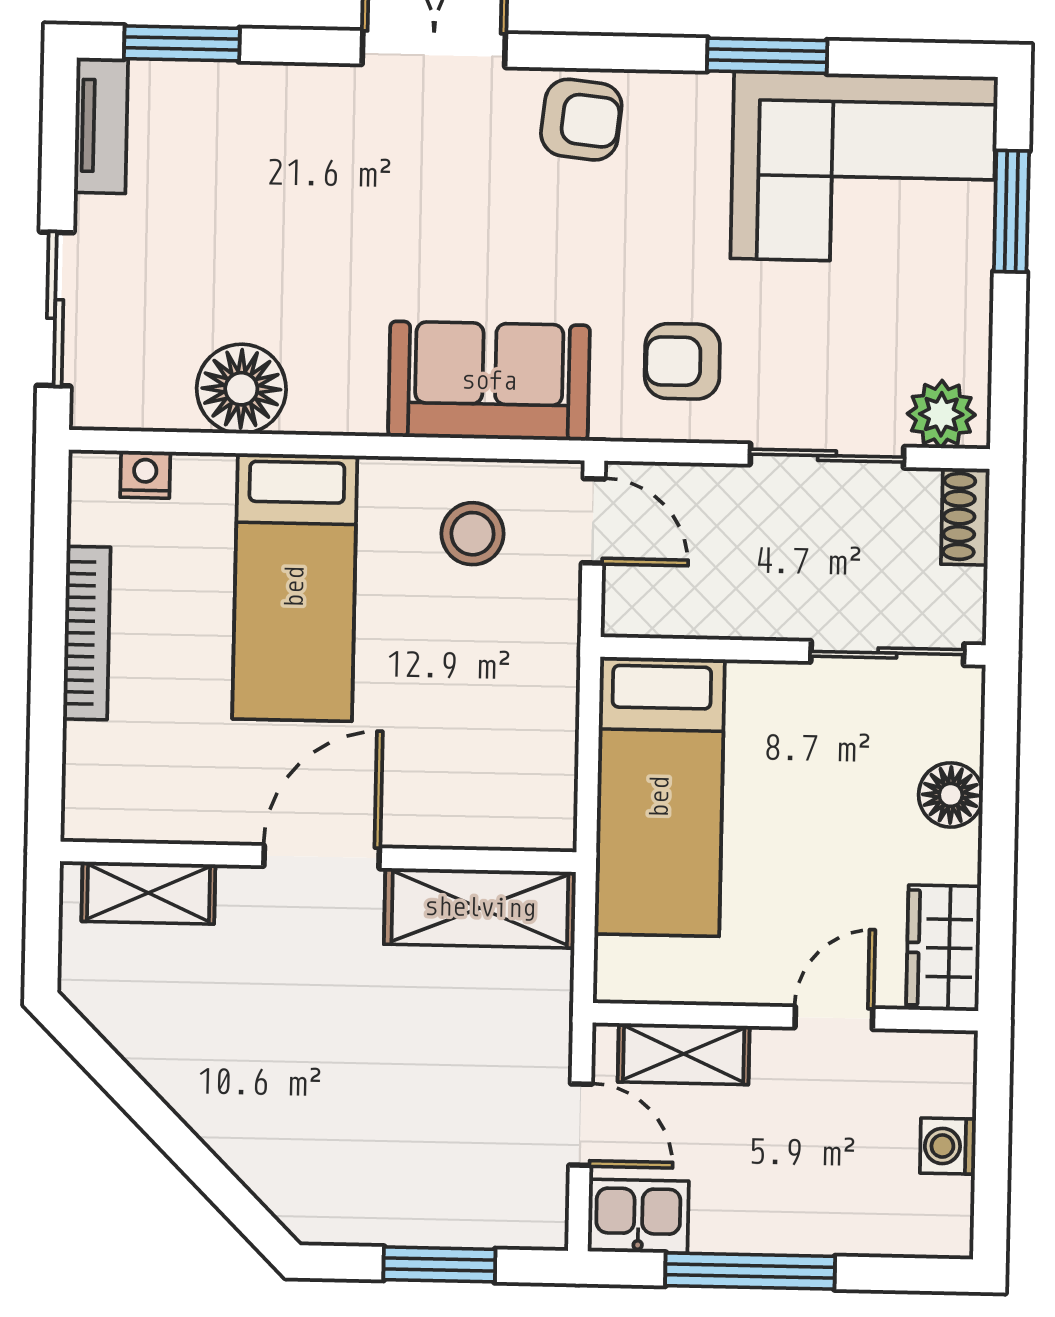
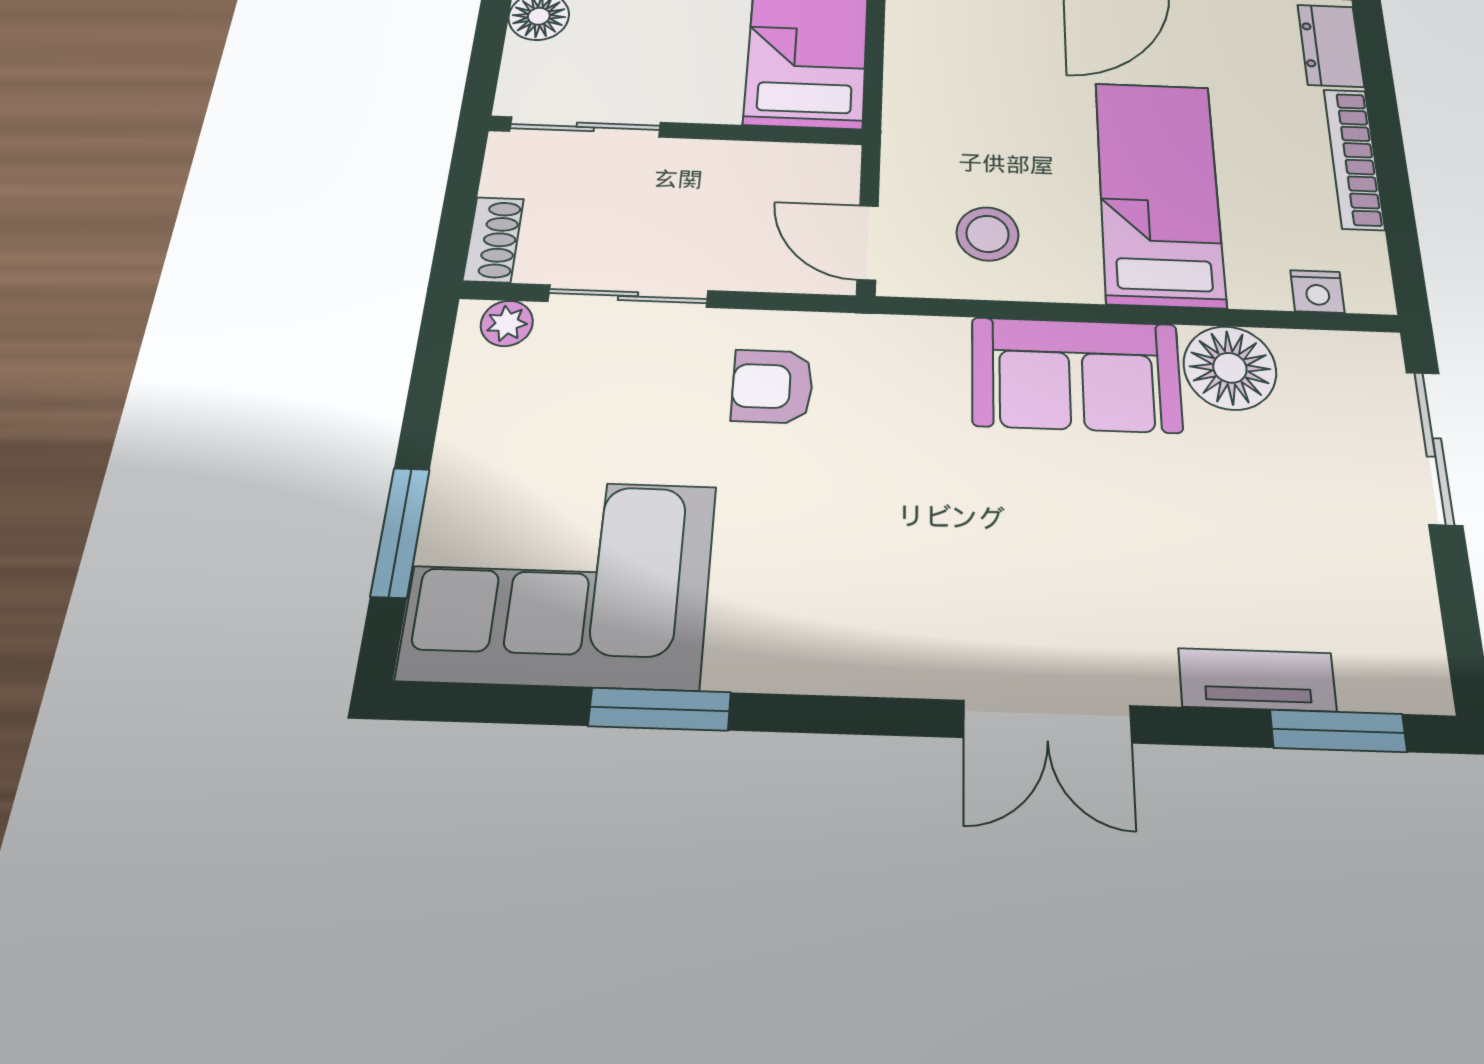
armchair: (581, 120) -> (877, 638), removed
tv unit: (101, 126) -> (1257, 680), moved, turned 90
armchair: (682, 361) -> (772, 386), turned 180
sofa: (489, 381) -> (1076, 375), moved
plant: (941, 414) -> (507, 323), width x0.73, depth x0.73
dresser: (92, 779) -> (1331, 46), added

